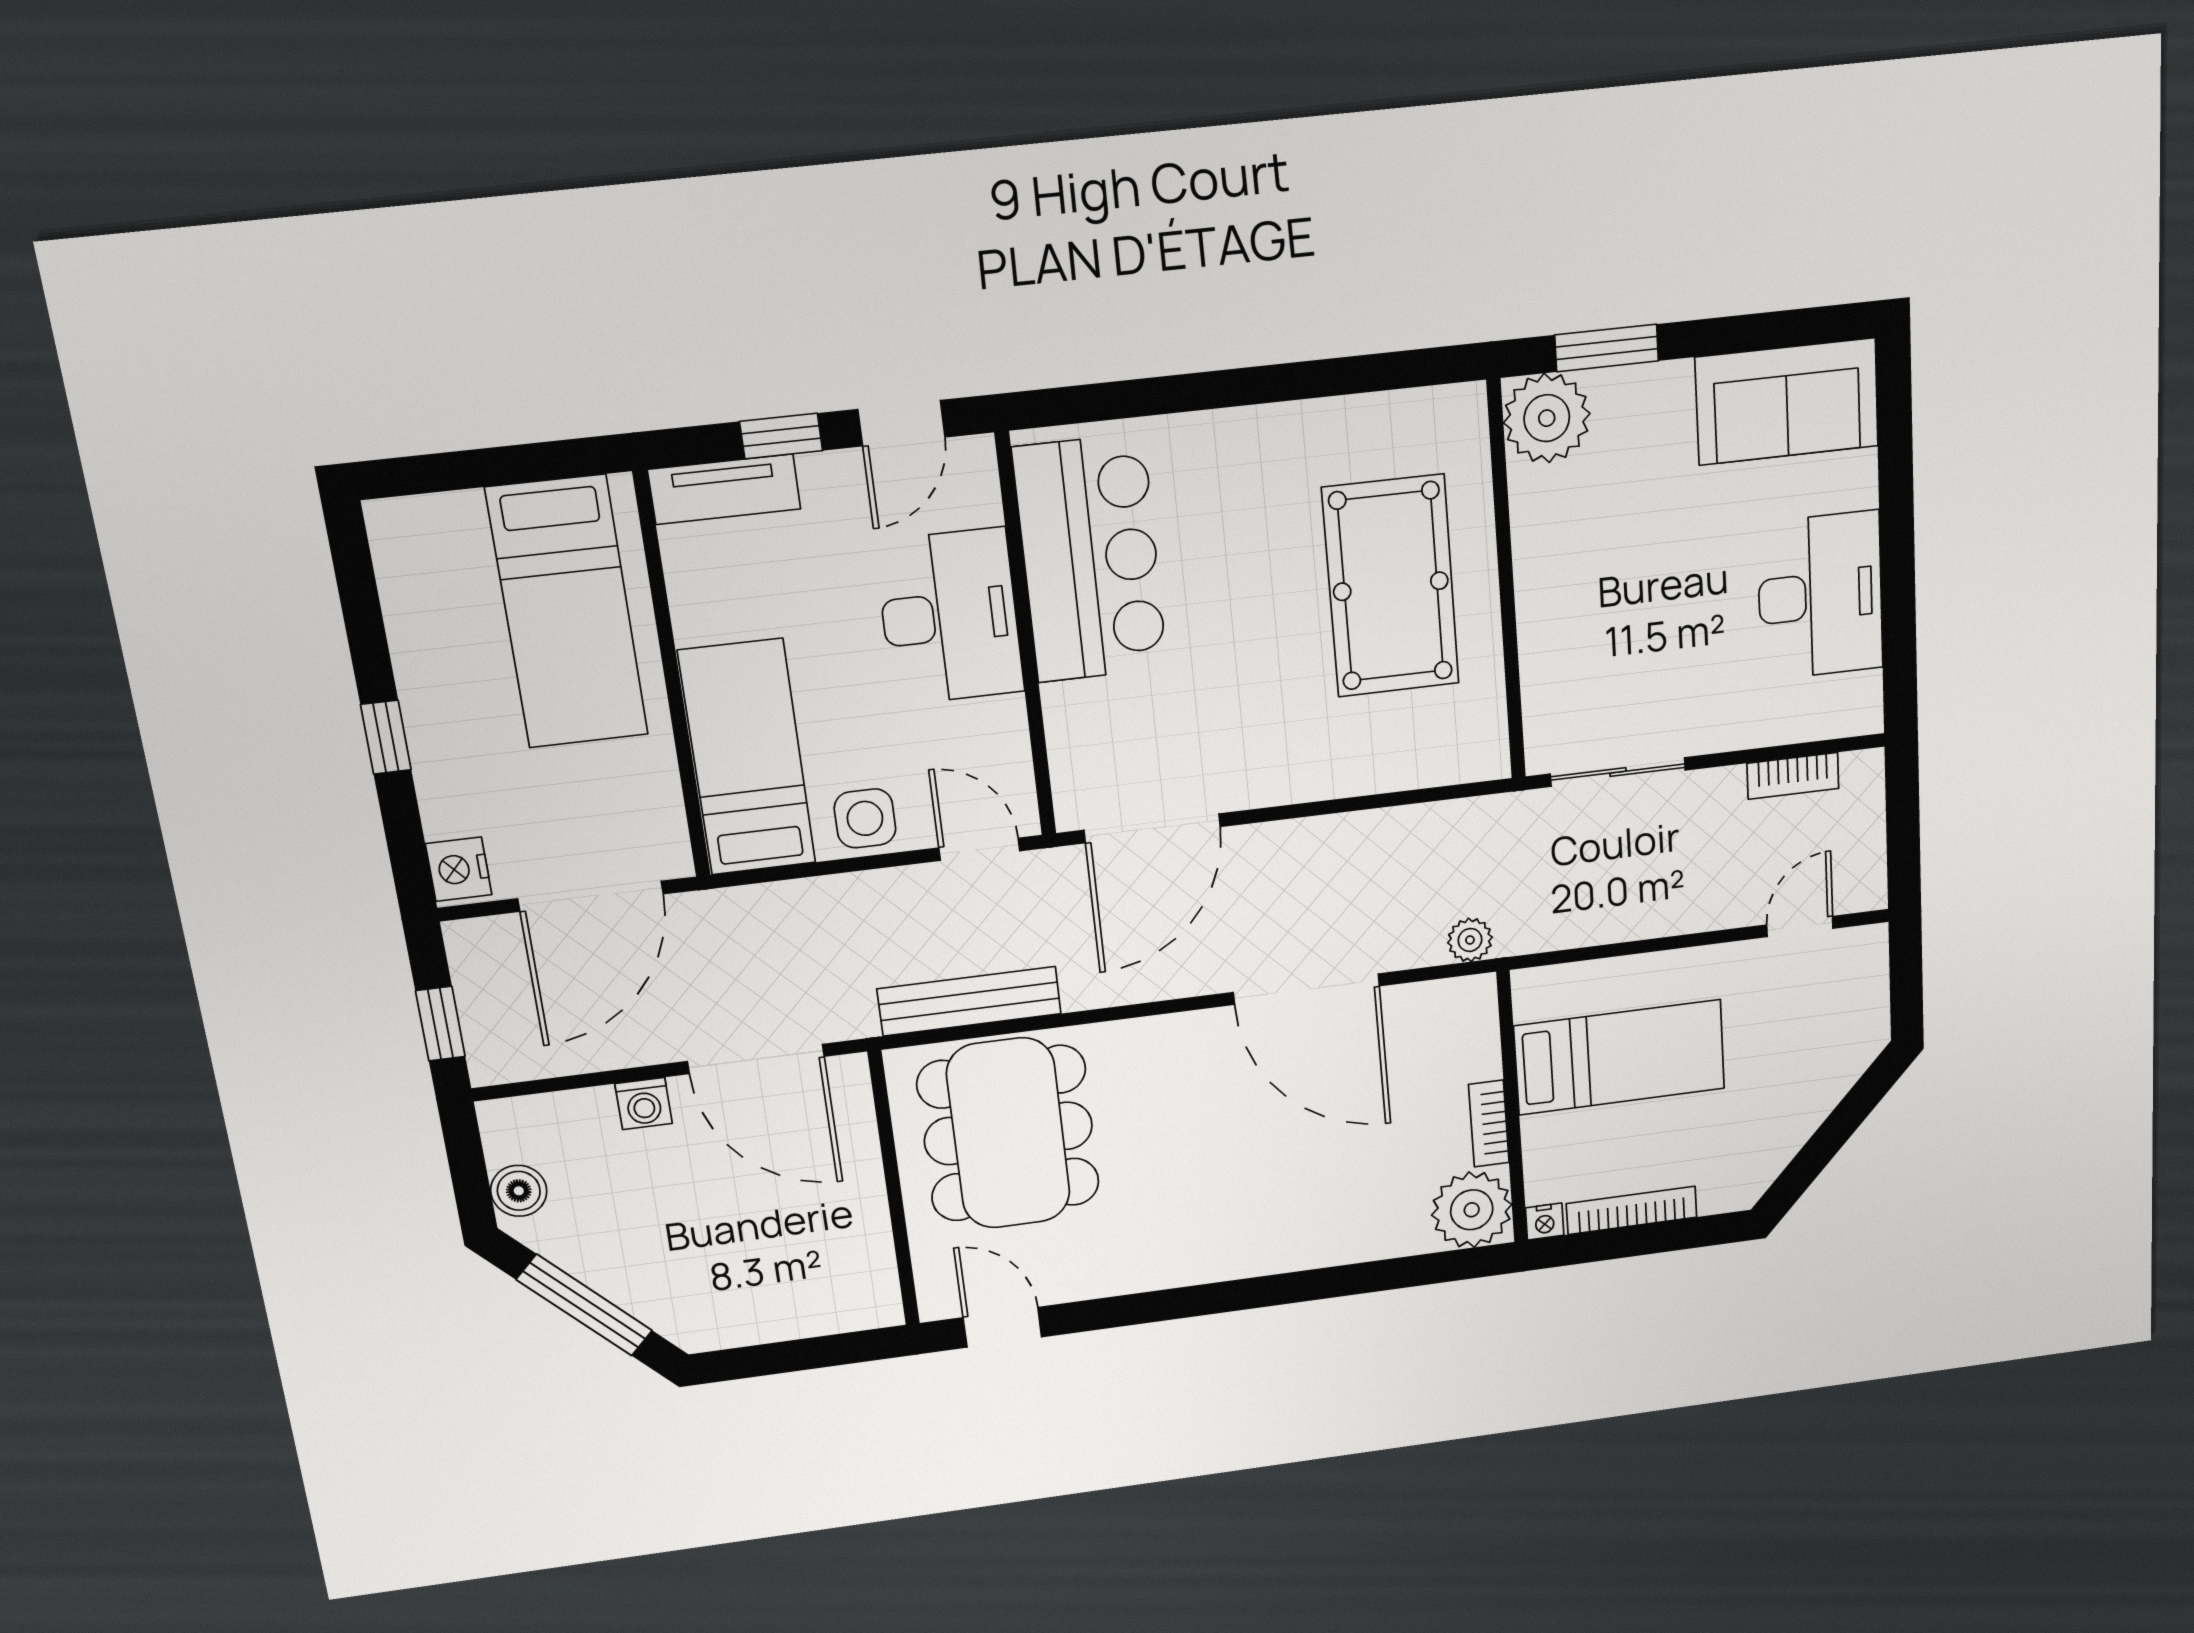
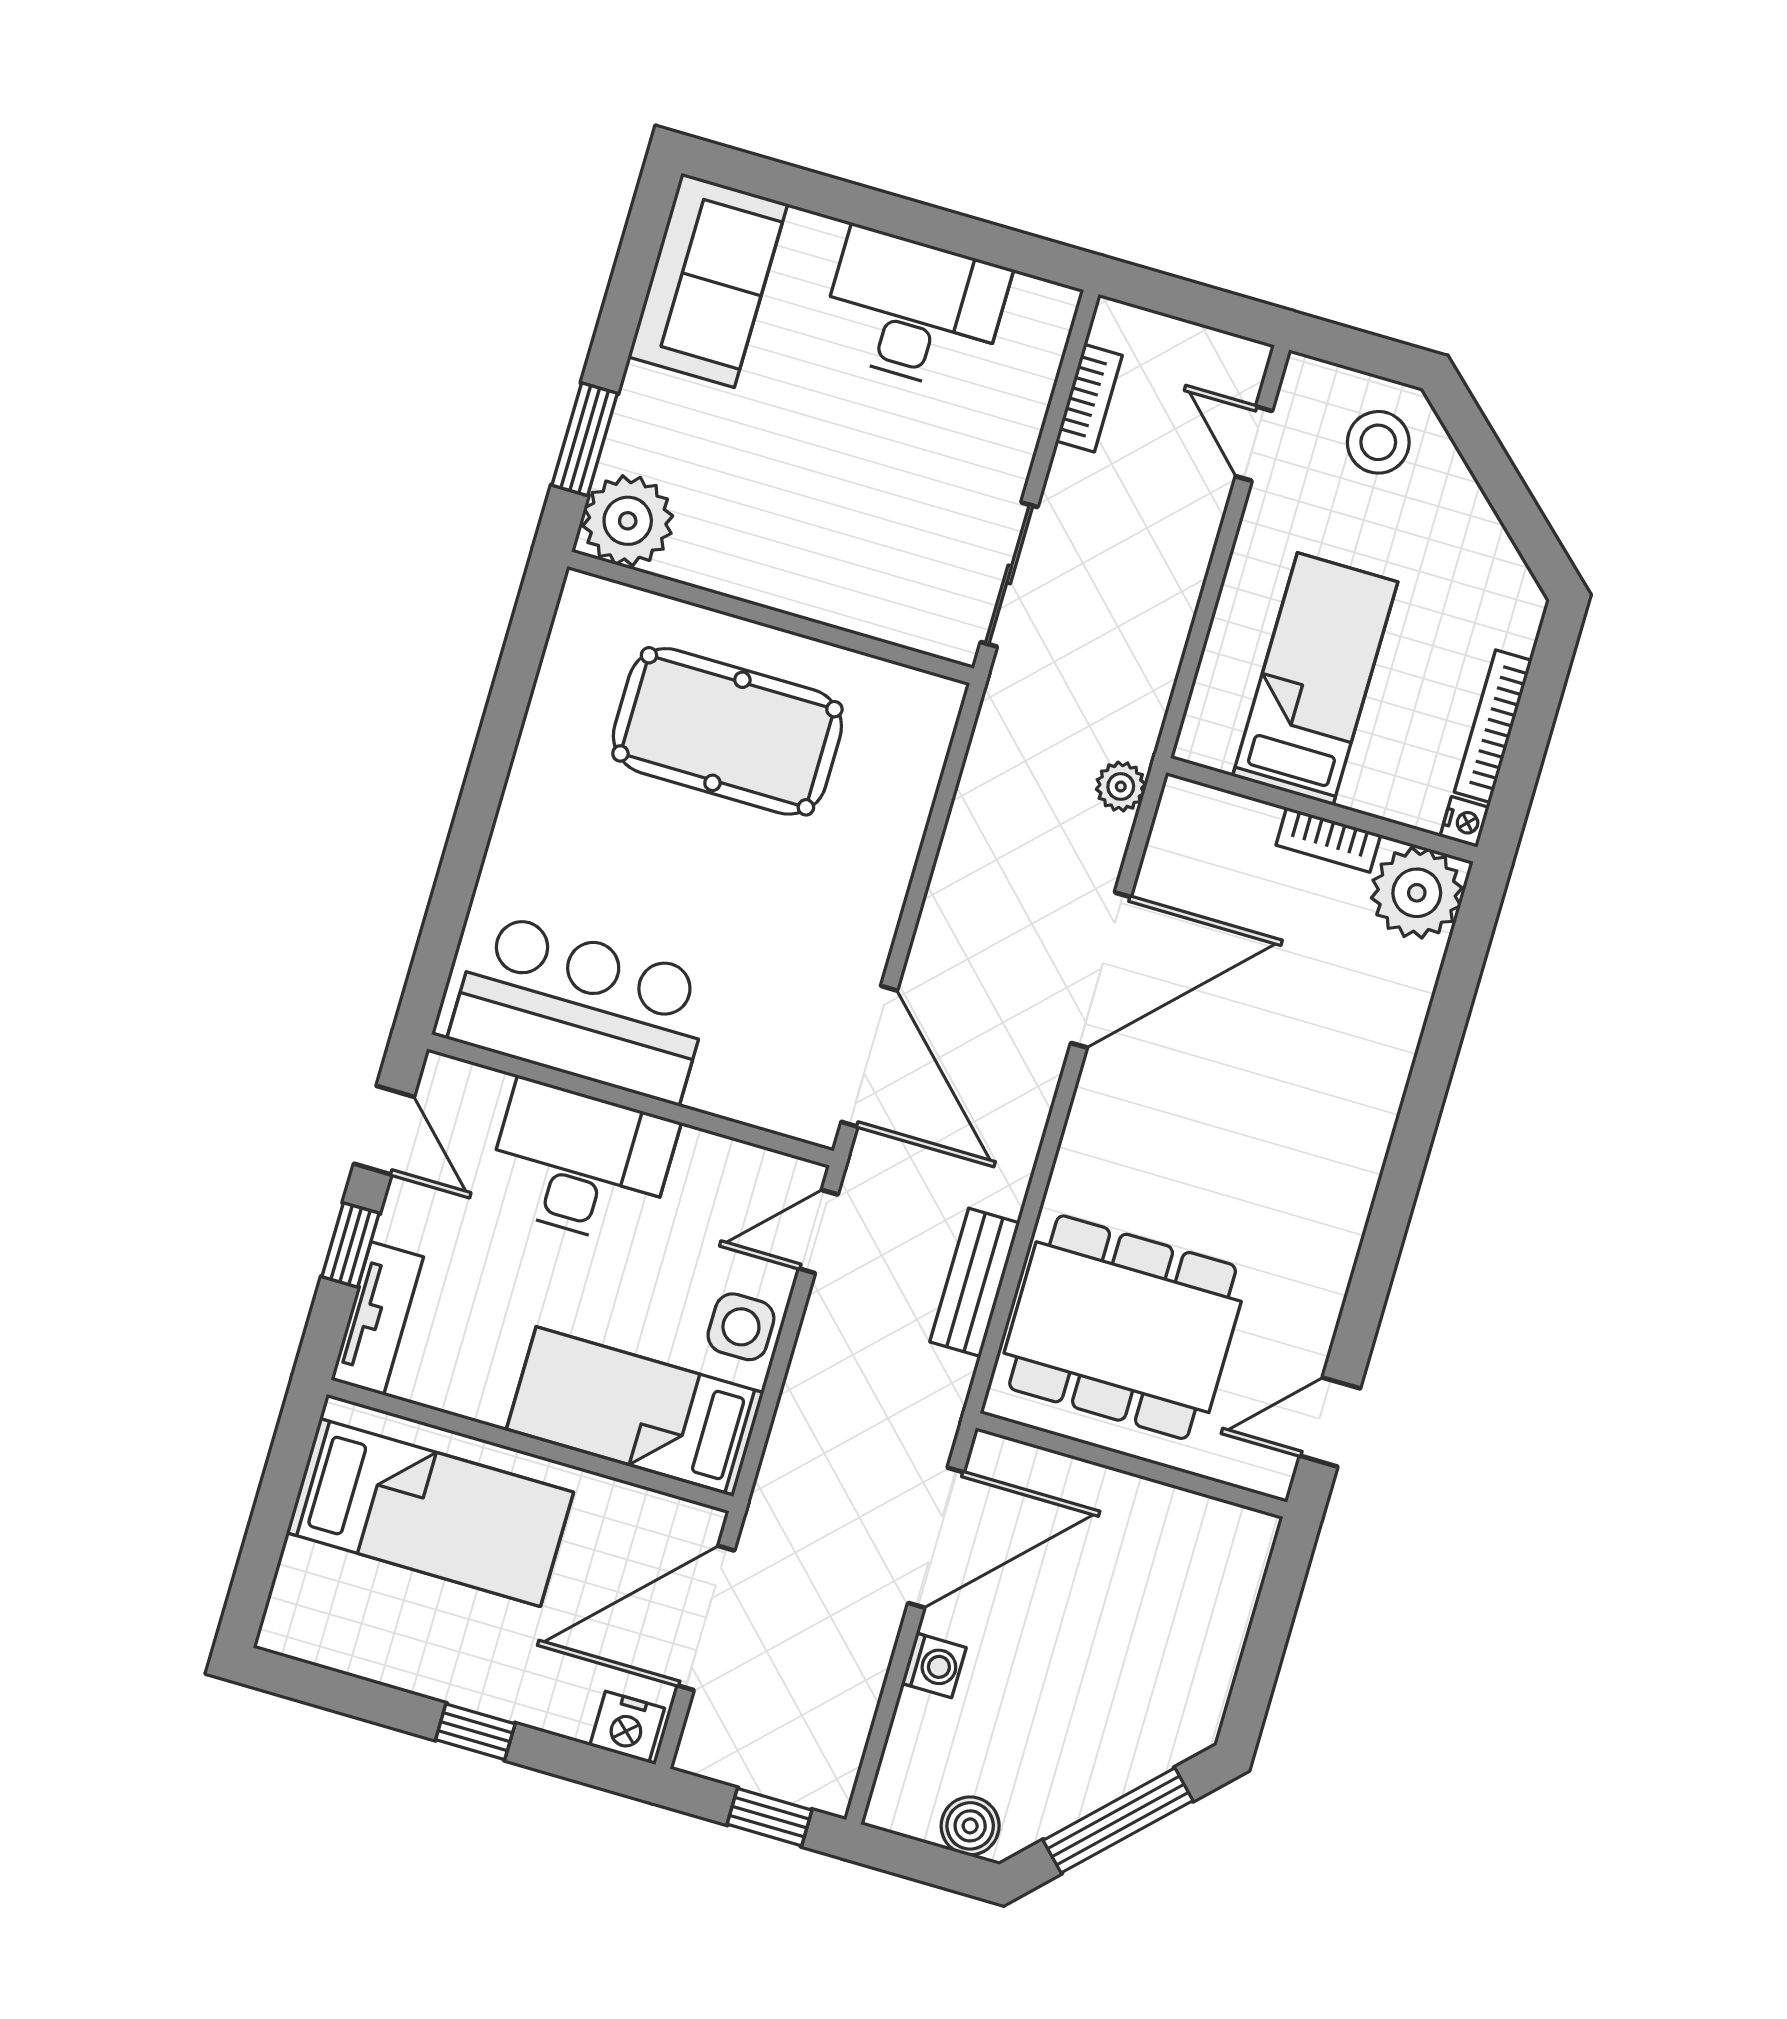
door: (591, 896) -> (706, 1618), swing flipped
bench: (969, 1001) -> (975, 1282), width x0.73
stool: (1835, 1025) -> (1378, 442), added

